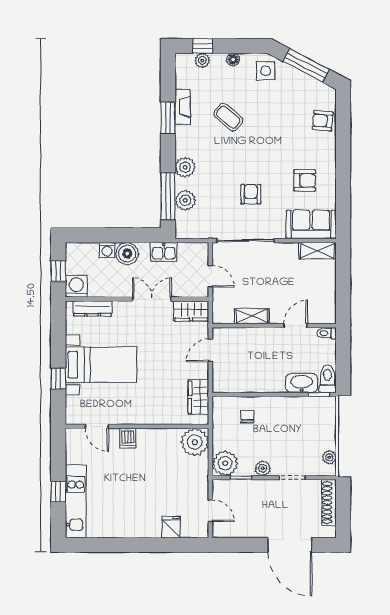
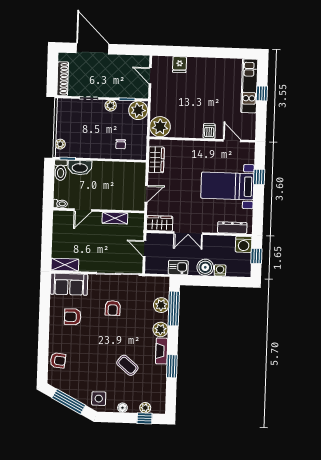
fireplace: (183, 107) -> (162, 351), moved
plant: (329, 457) -> (60, 144), moved

